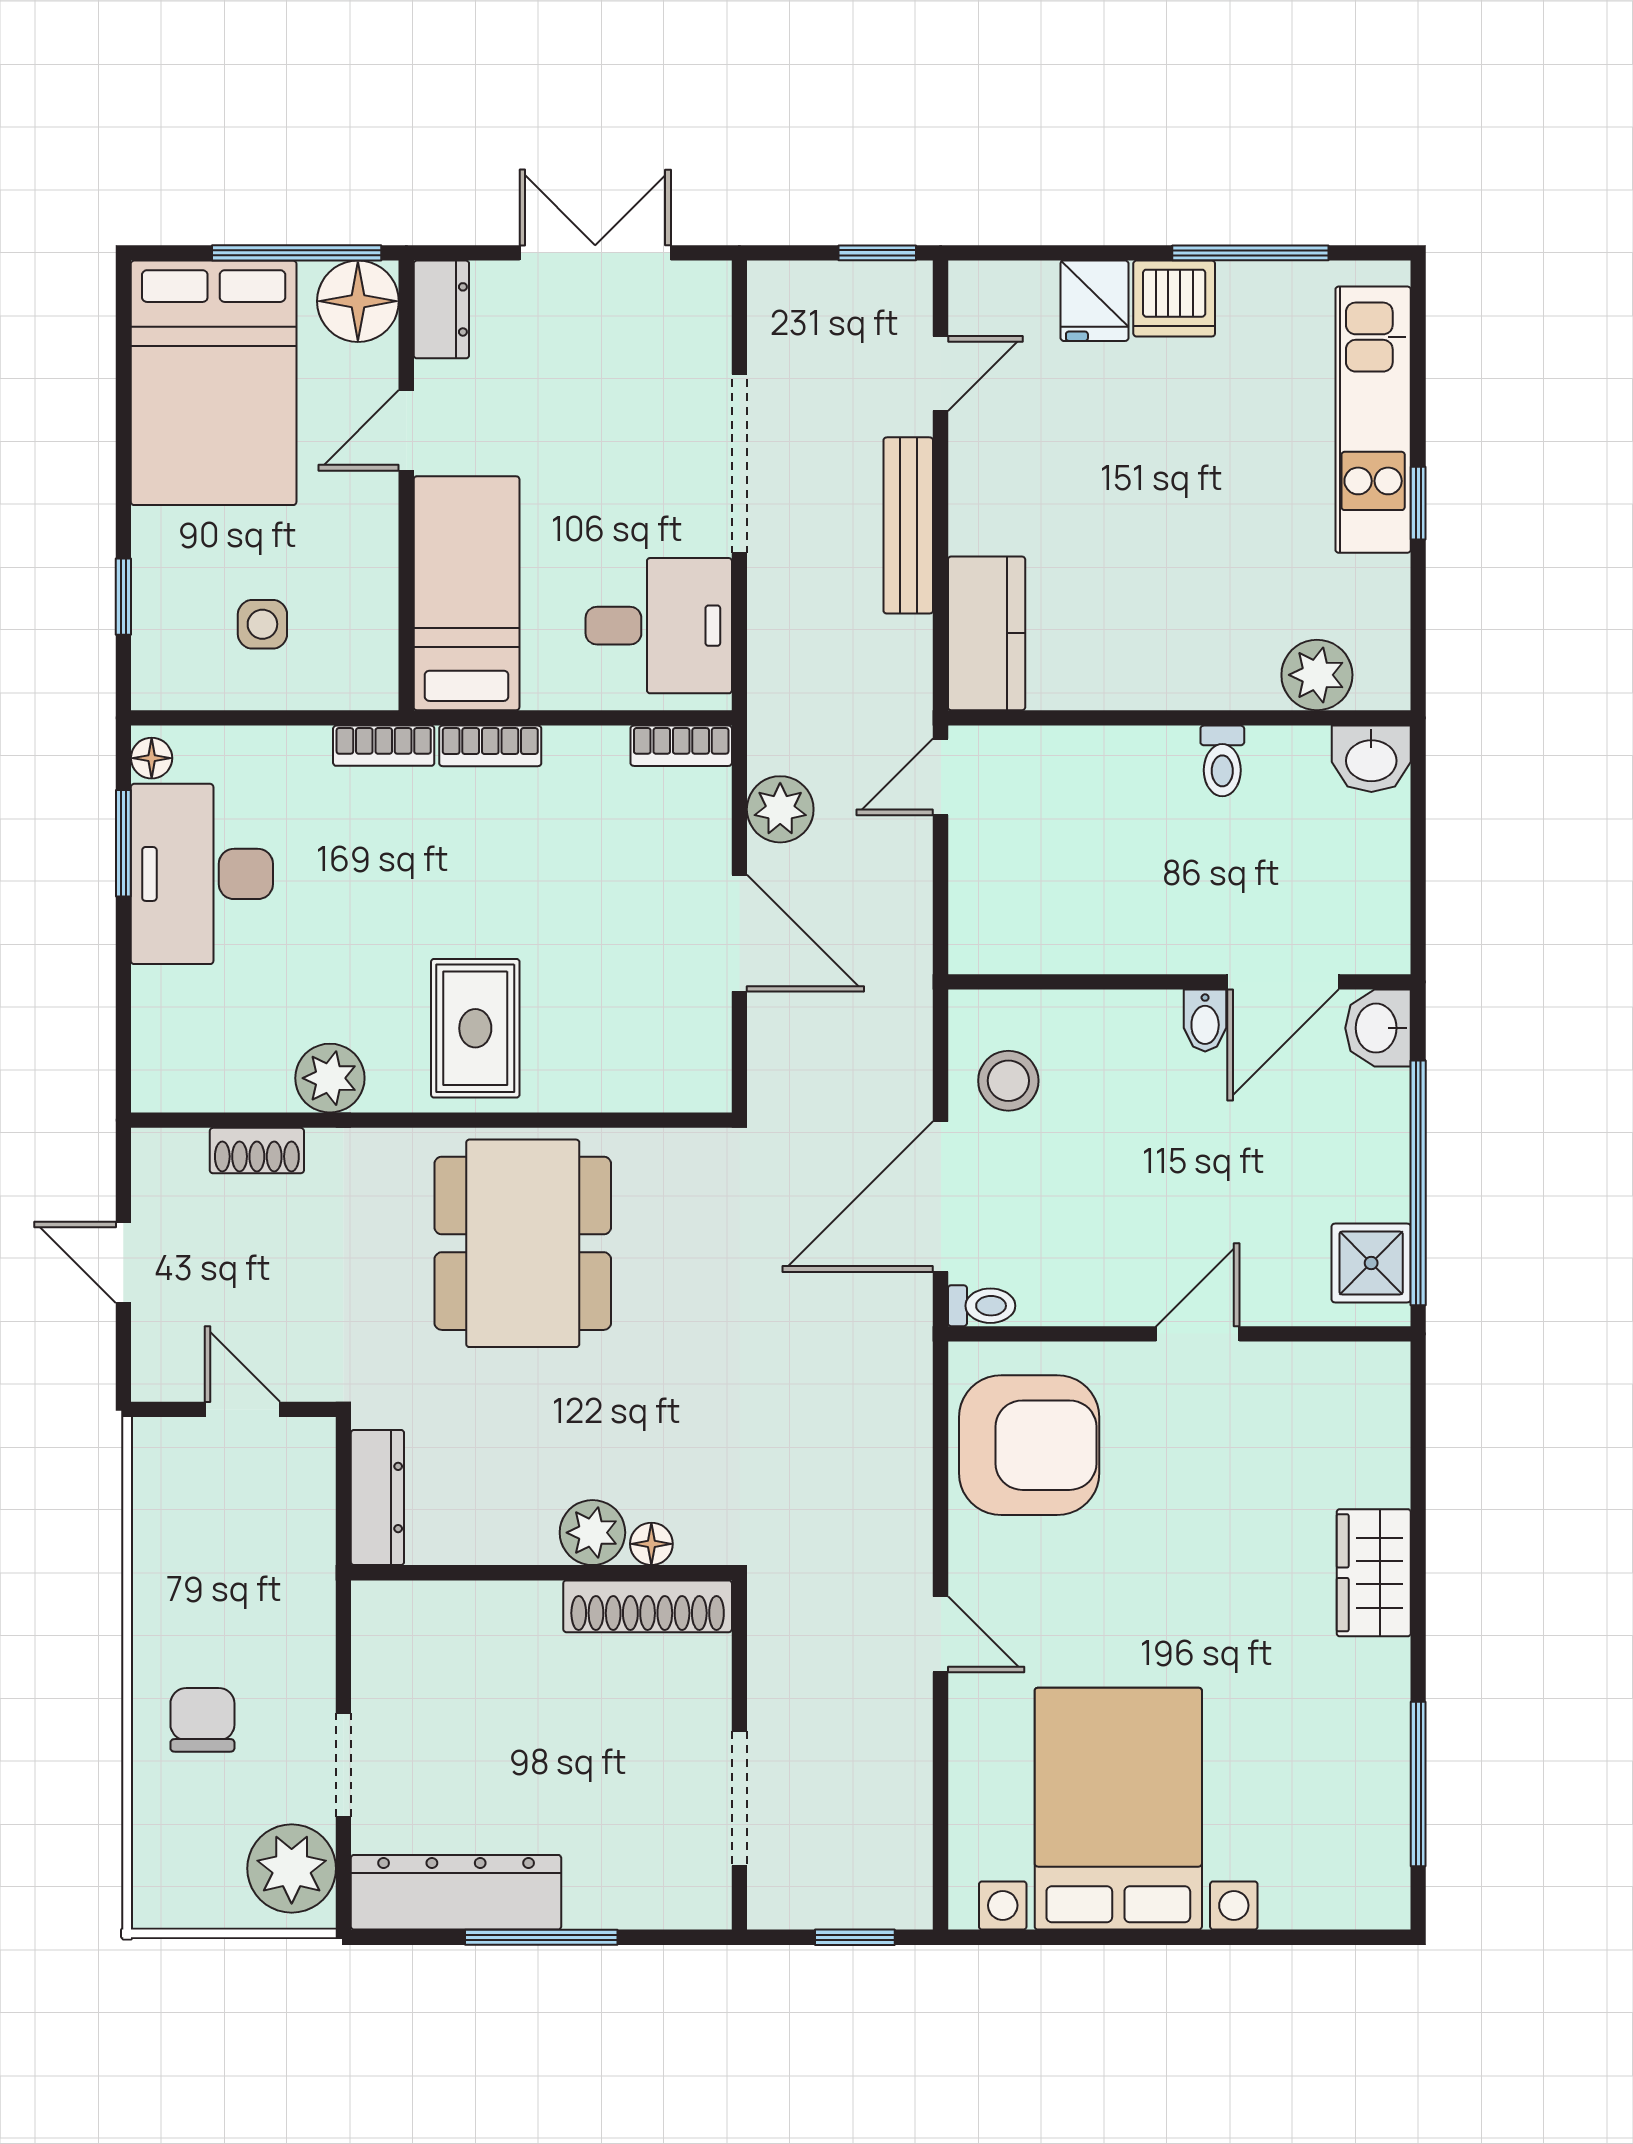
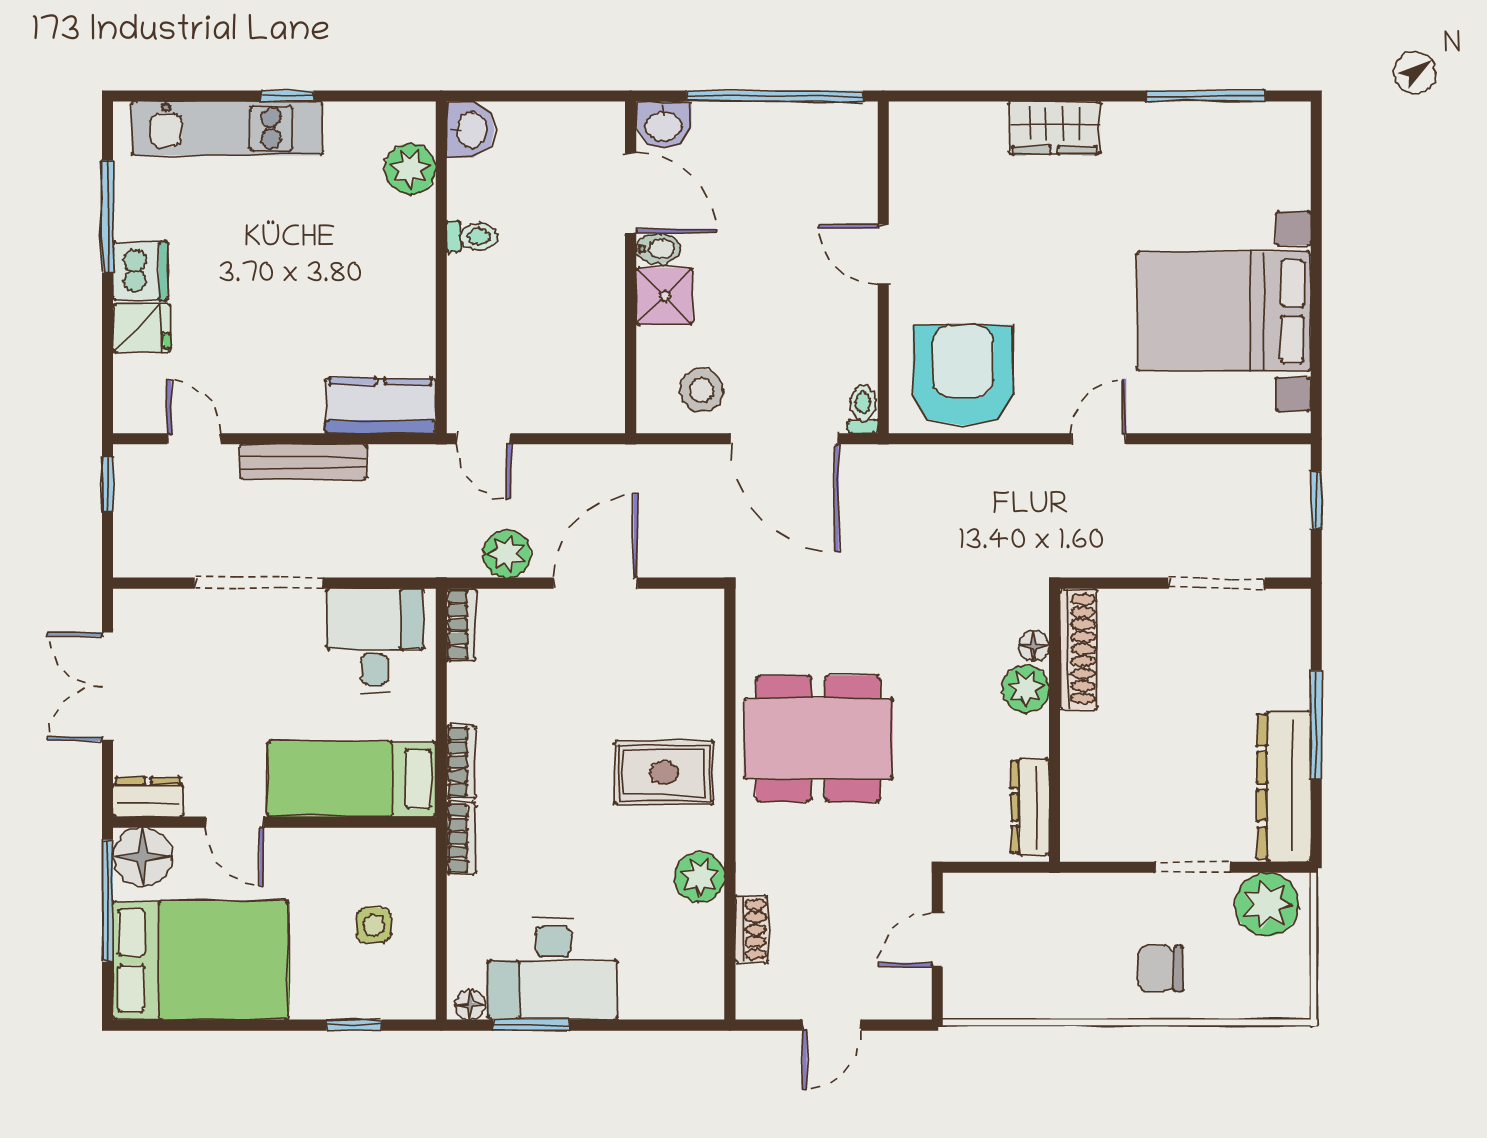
shower: (1371, 1263) -> (664, 296), moved
dresser: (377, 1497) -> (1030, 807), moved, turned -90

